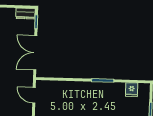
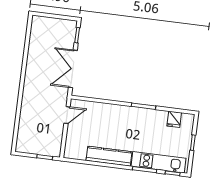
dresser: (25, 14) -> (66, 25), removed
door: (34, 95) -> (67, 115), swing flipped

